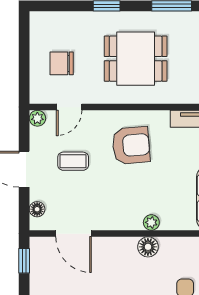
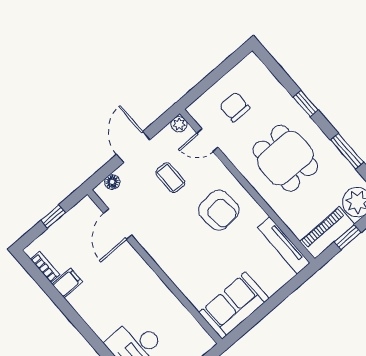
plant: (151, 222) -> (175, 274), removed
floor lamp: (148, 247) -> (155, 287), removed
window: (24, 261) -> (53, 217), moved

